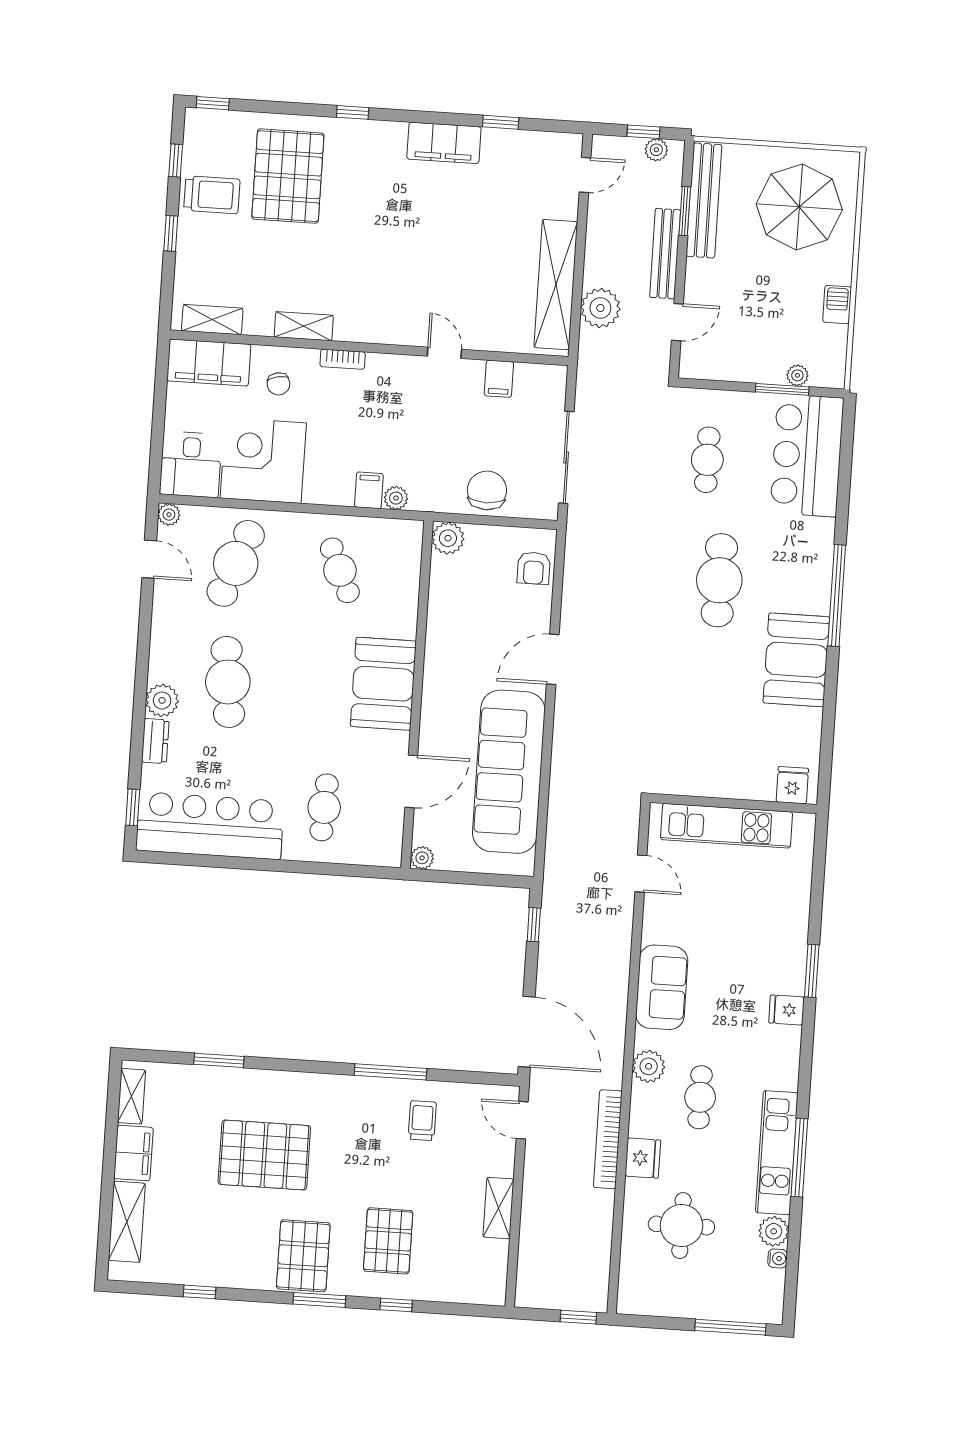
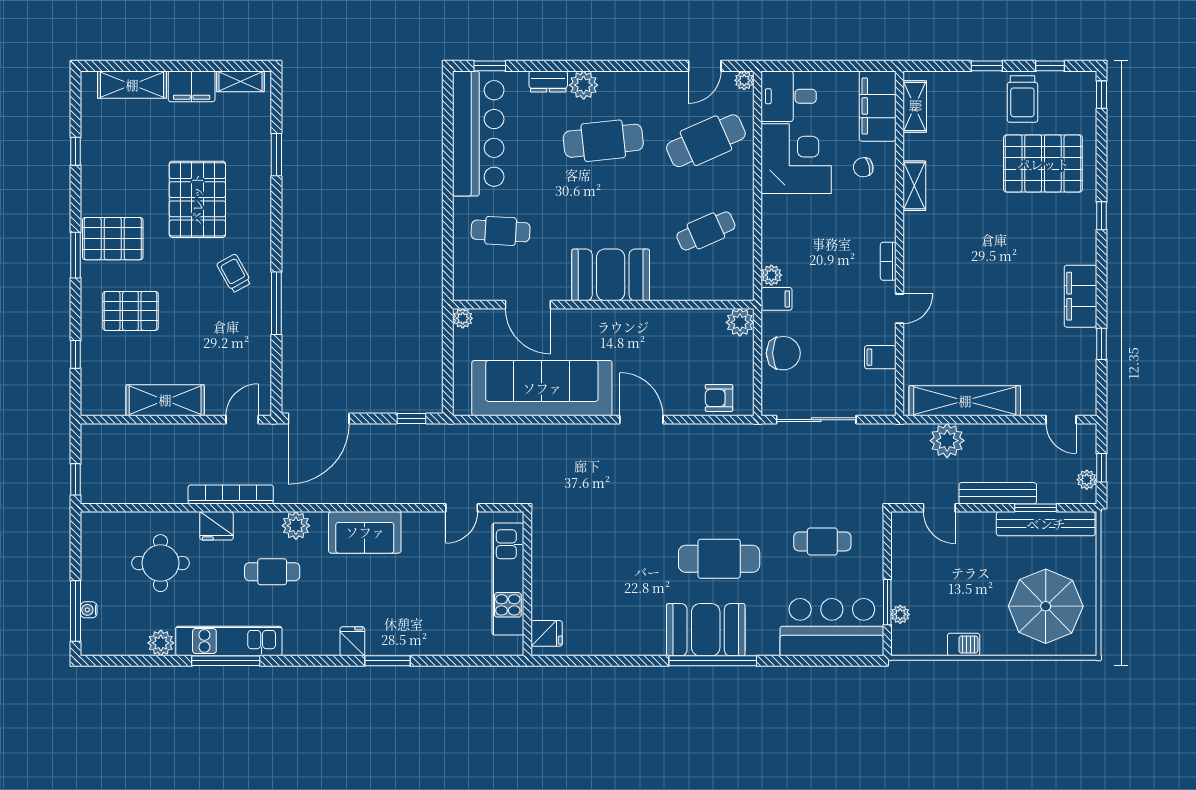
bookcase: (343, 359) -> (888, 261), moved
filing cabinet: (369, 490) -> (777, 299), moved
cafe table: (236, 563) -> (706, 141), turned -45
booth: (796, 660) -> (706, 630), moved
trolley: (422, 1121) -> (234, 273), moved, turned -119
shelving: (499, 1208) -> (165, 400), width x1.50, depth x1.33
water cooler: (778, 1258) -> (89, 610), moved, turned 90
window: (396, 1305) -> (76, 354), moved

